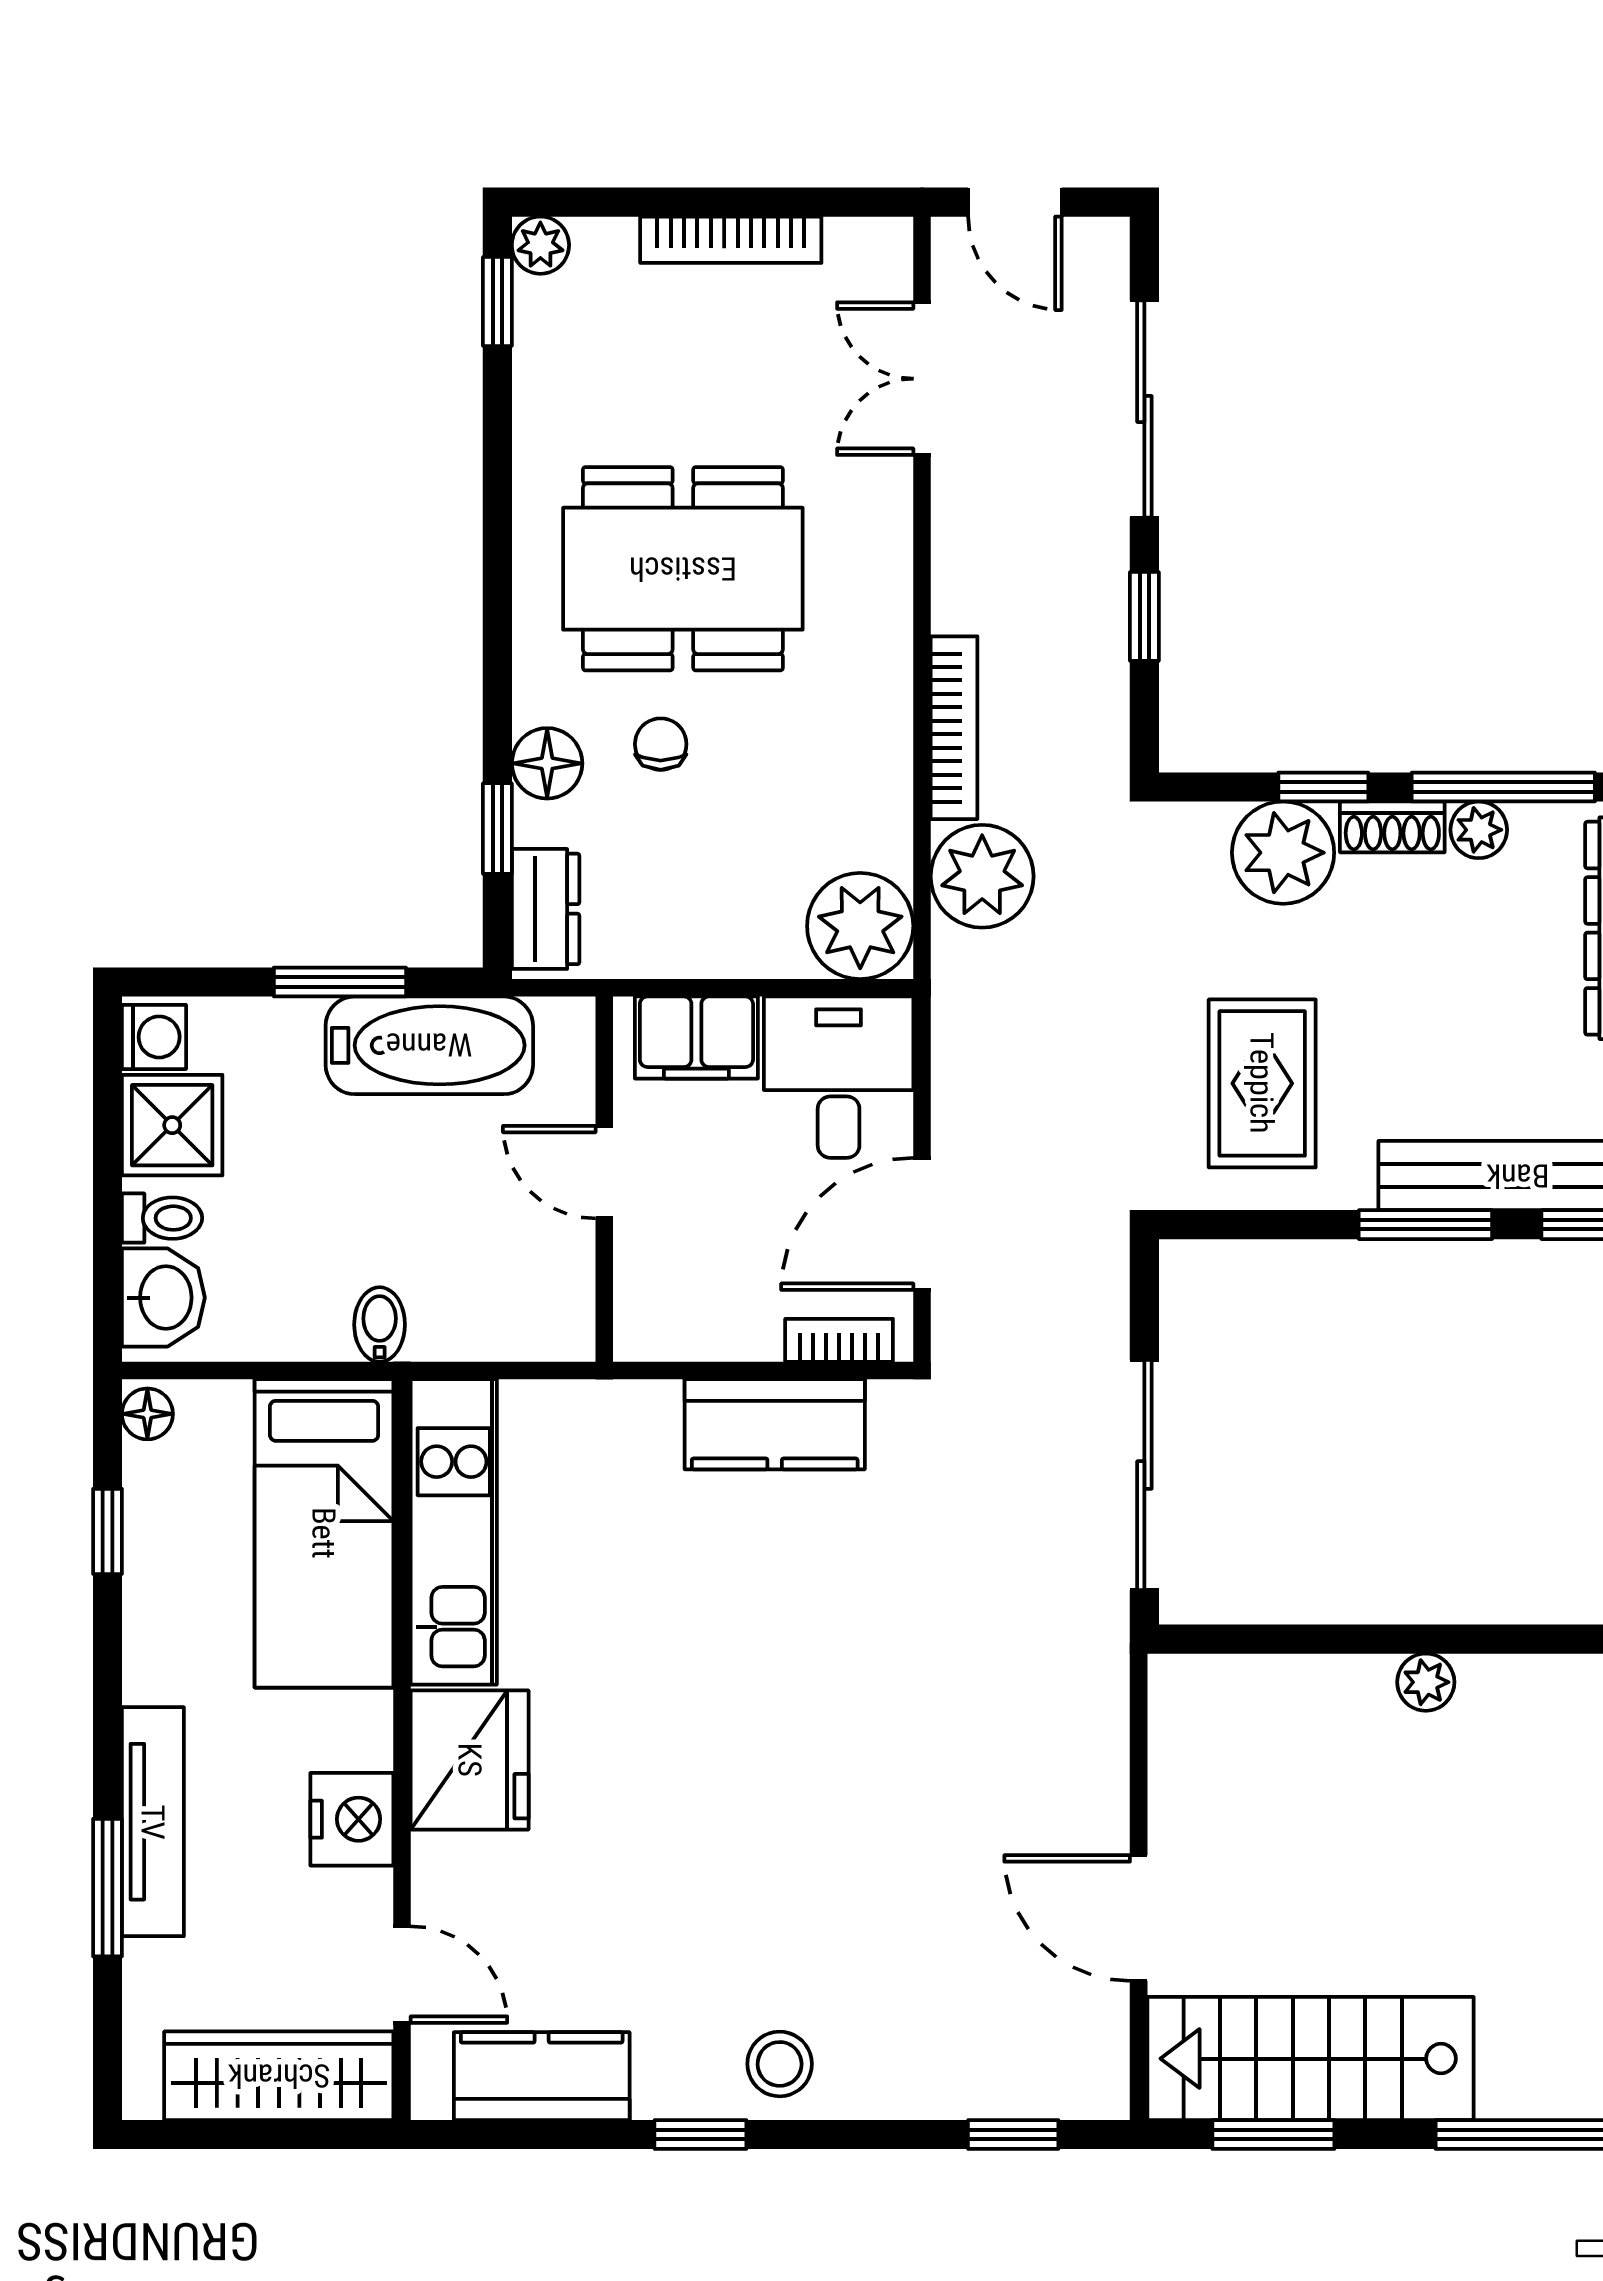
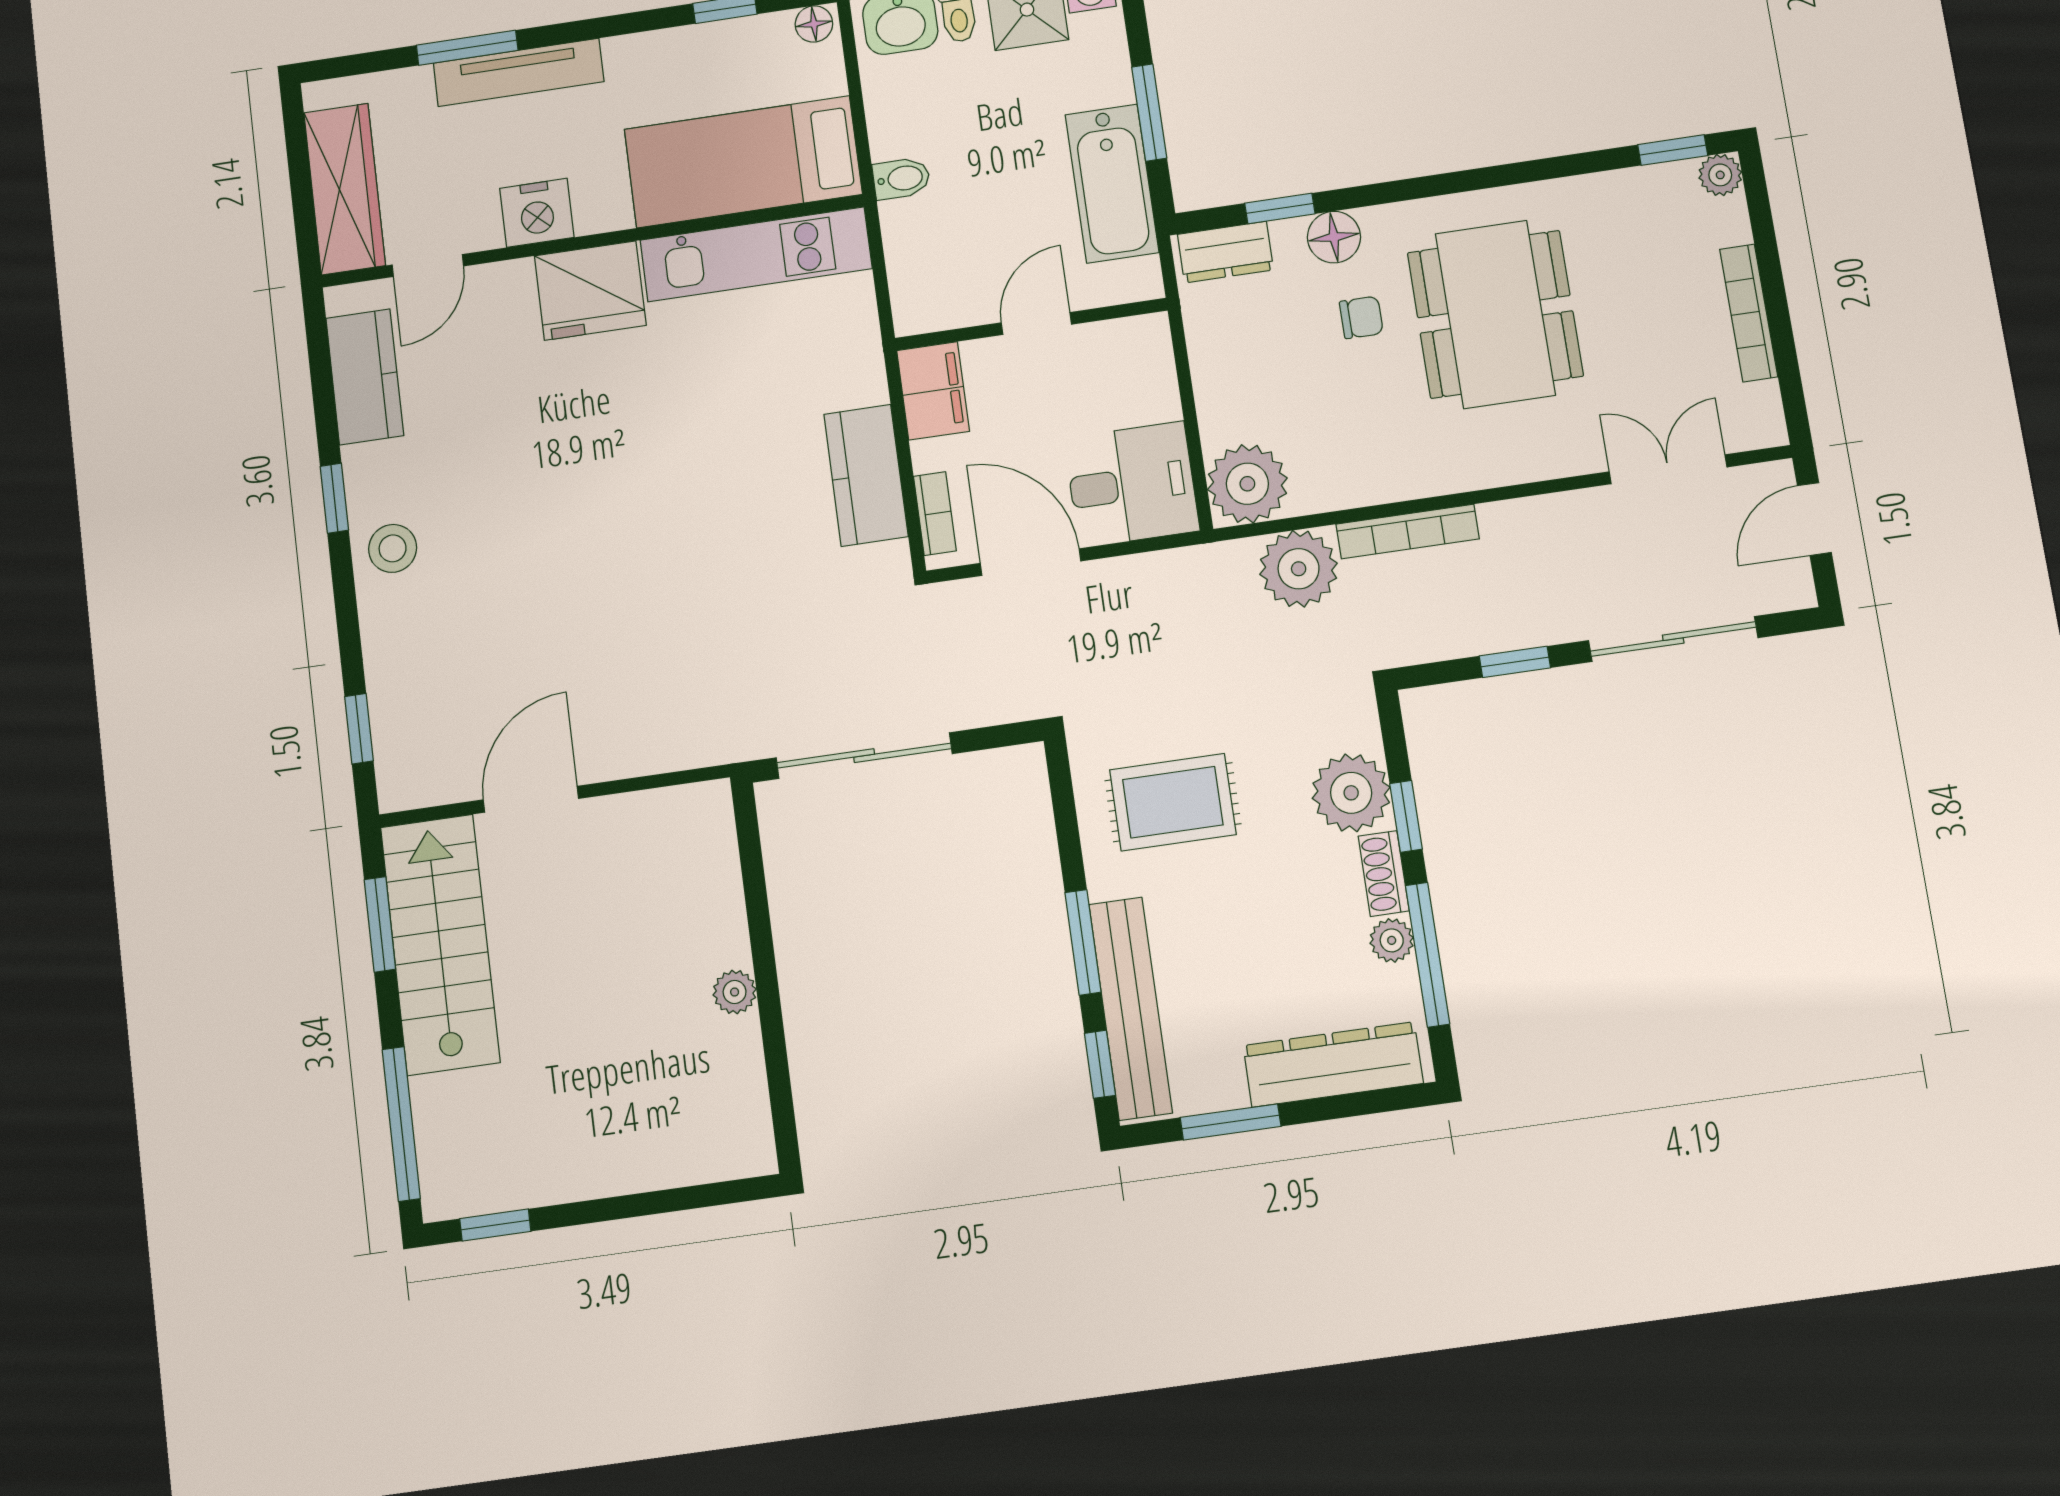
filing cabinet: (696, 1038) -> (933, 391), moved, turned 180

